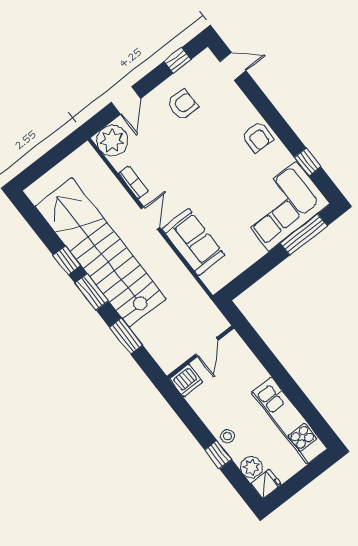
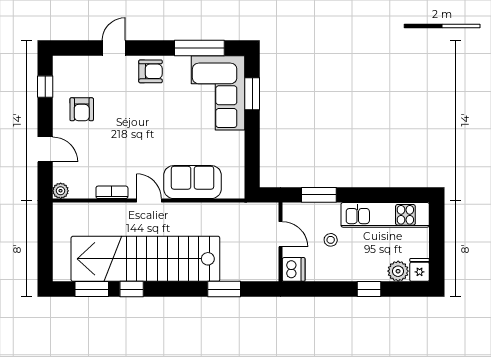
door: (233, 66) -> (114, 48), moved
armchair: (182, 105) -> (82, 109), turned 180
plant: (112, 141) -> (61, 191), width x0.53, depth x0.53
window: (307, 162) -> (199, 48), width x2.17
window: (304, 235) -> (252, 94), width x0.69
window: (92, 292) -> (92, 289), moved
window: (263, 354) -> (319, 195), added
stool: (227, 436) -> (331, 240), moved

